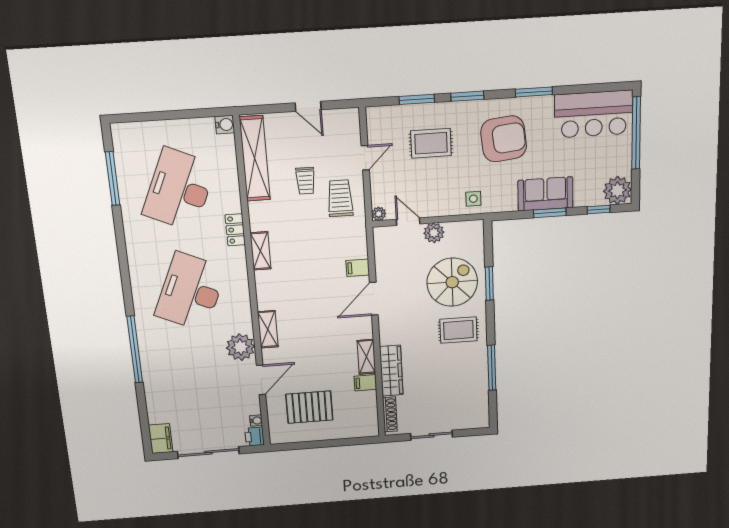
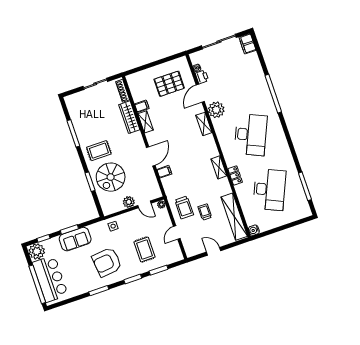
bar counter: (594, 114) -> (50, 279), moved, turned 90
rug: (431, 143) -> (145, 249), turned 90
printer: (255, 437) -> (202, 77), moved

